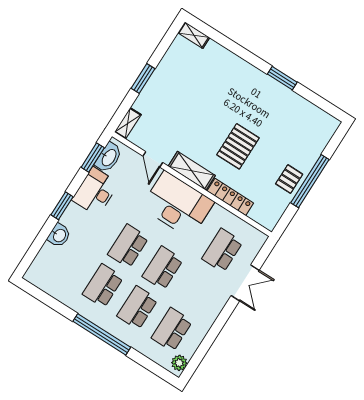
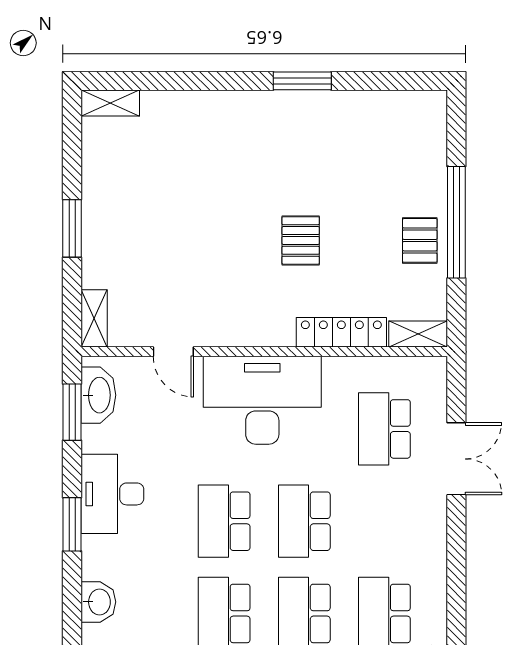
pallet: (238, 146) -> (301, 240), width x0.67, depth x0.71
shelving: (192, 171) -> (418, 334), moved, width x0.67, depth x0.75
desk: (95, 191) -> (112, 494), moved
washbasin: (59, 235) -> (98, 602), moved

